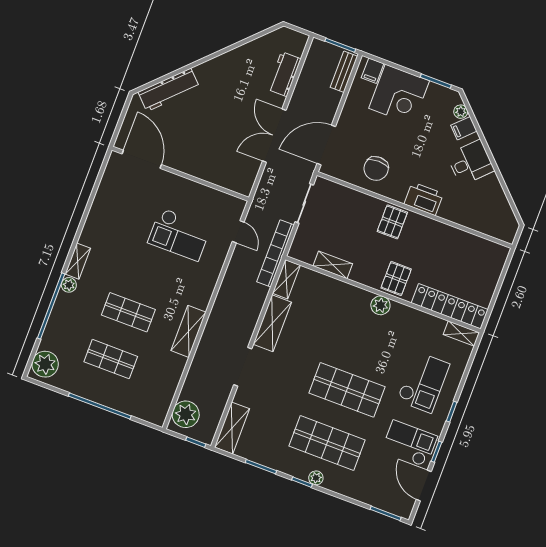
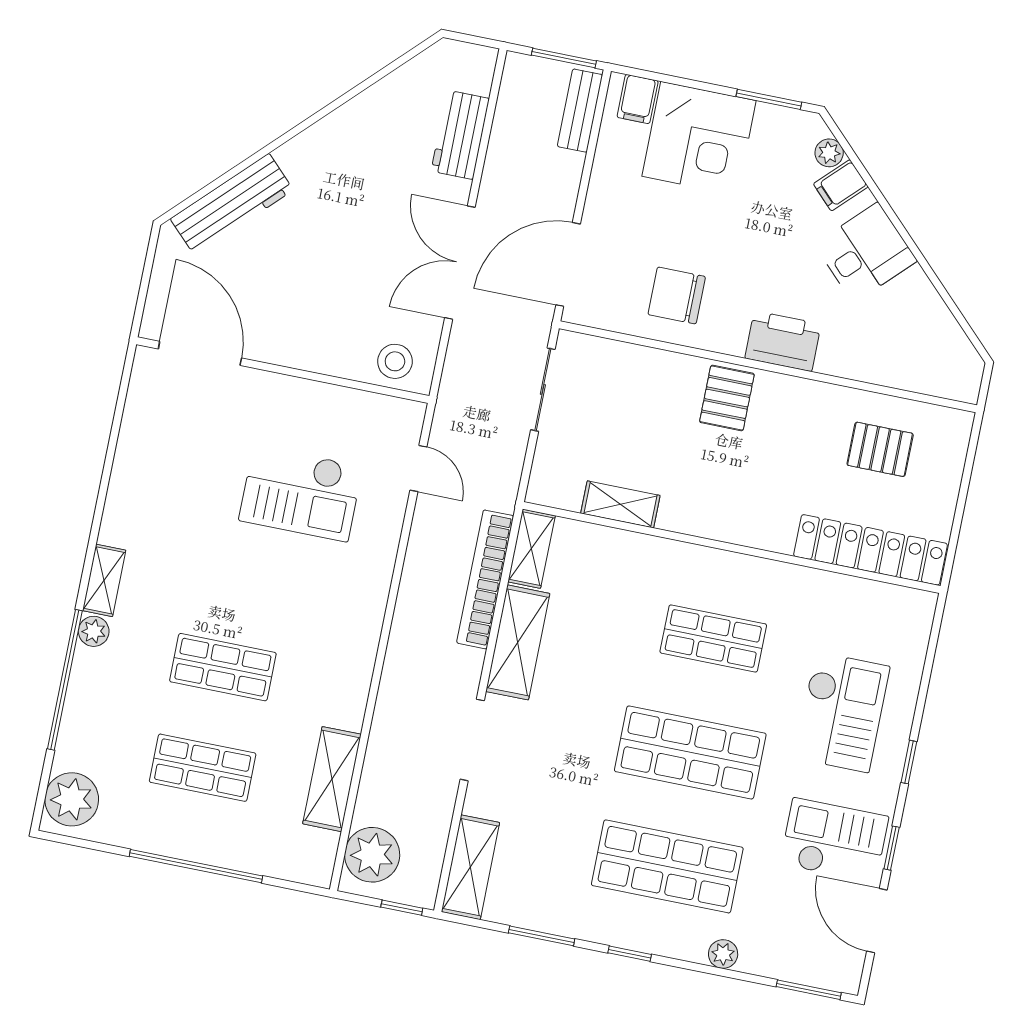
chair: (376, 168) -> (677, 296), turned 90
stool: (235, 178) -> (395, 361), added
bookcase: (276, 253) -> (485, 579), moved
pallet: (396, 279) -> (880, 449), moved, turned 90
plant: (380, 305) -> (730, 571), removed
shelving: (188, 331) -> (332, 779), moved
shelving: (461, 334) -> (903, 601), removed
shop shelf: (367, 337) -> (713, 638), added
plant: (316, 478) -> (723, 954), moved

